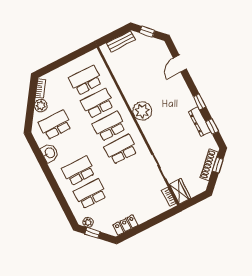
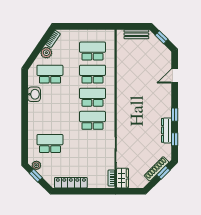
plant: (142, 111) -> (125, 99), removed
school desk: (79, 171) -> (50, 120), removed
locker: (126, 225) -> (71, 183), width x1.53

